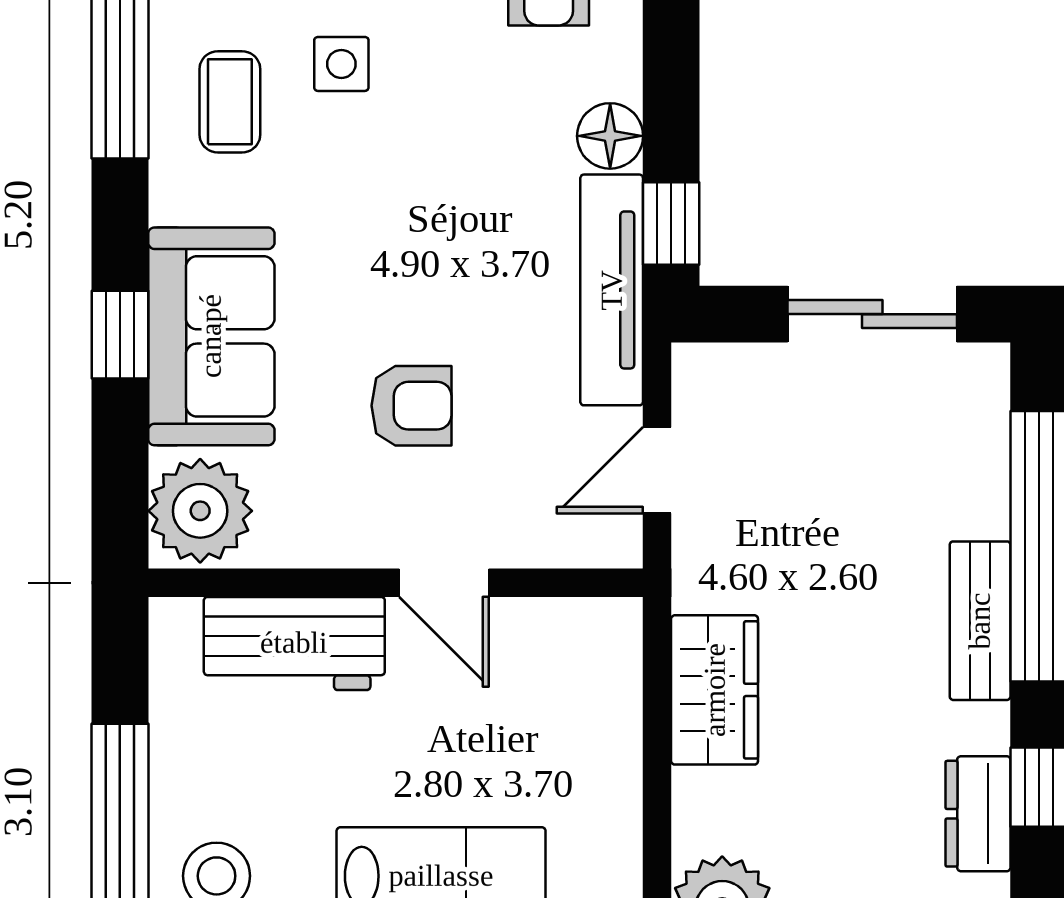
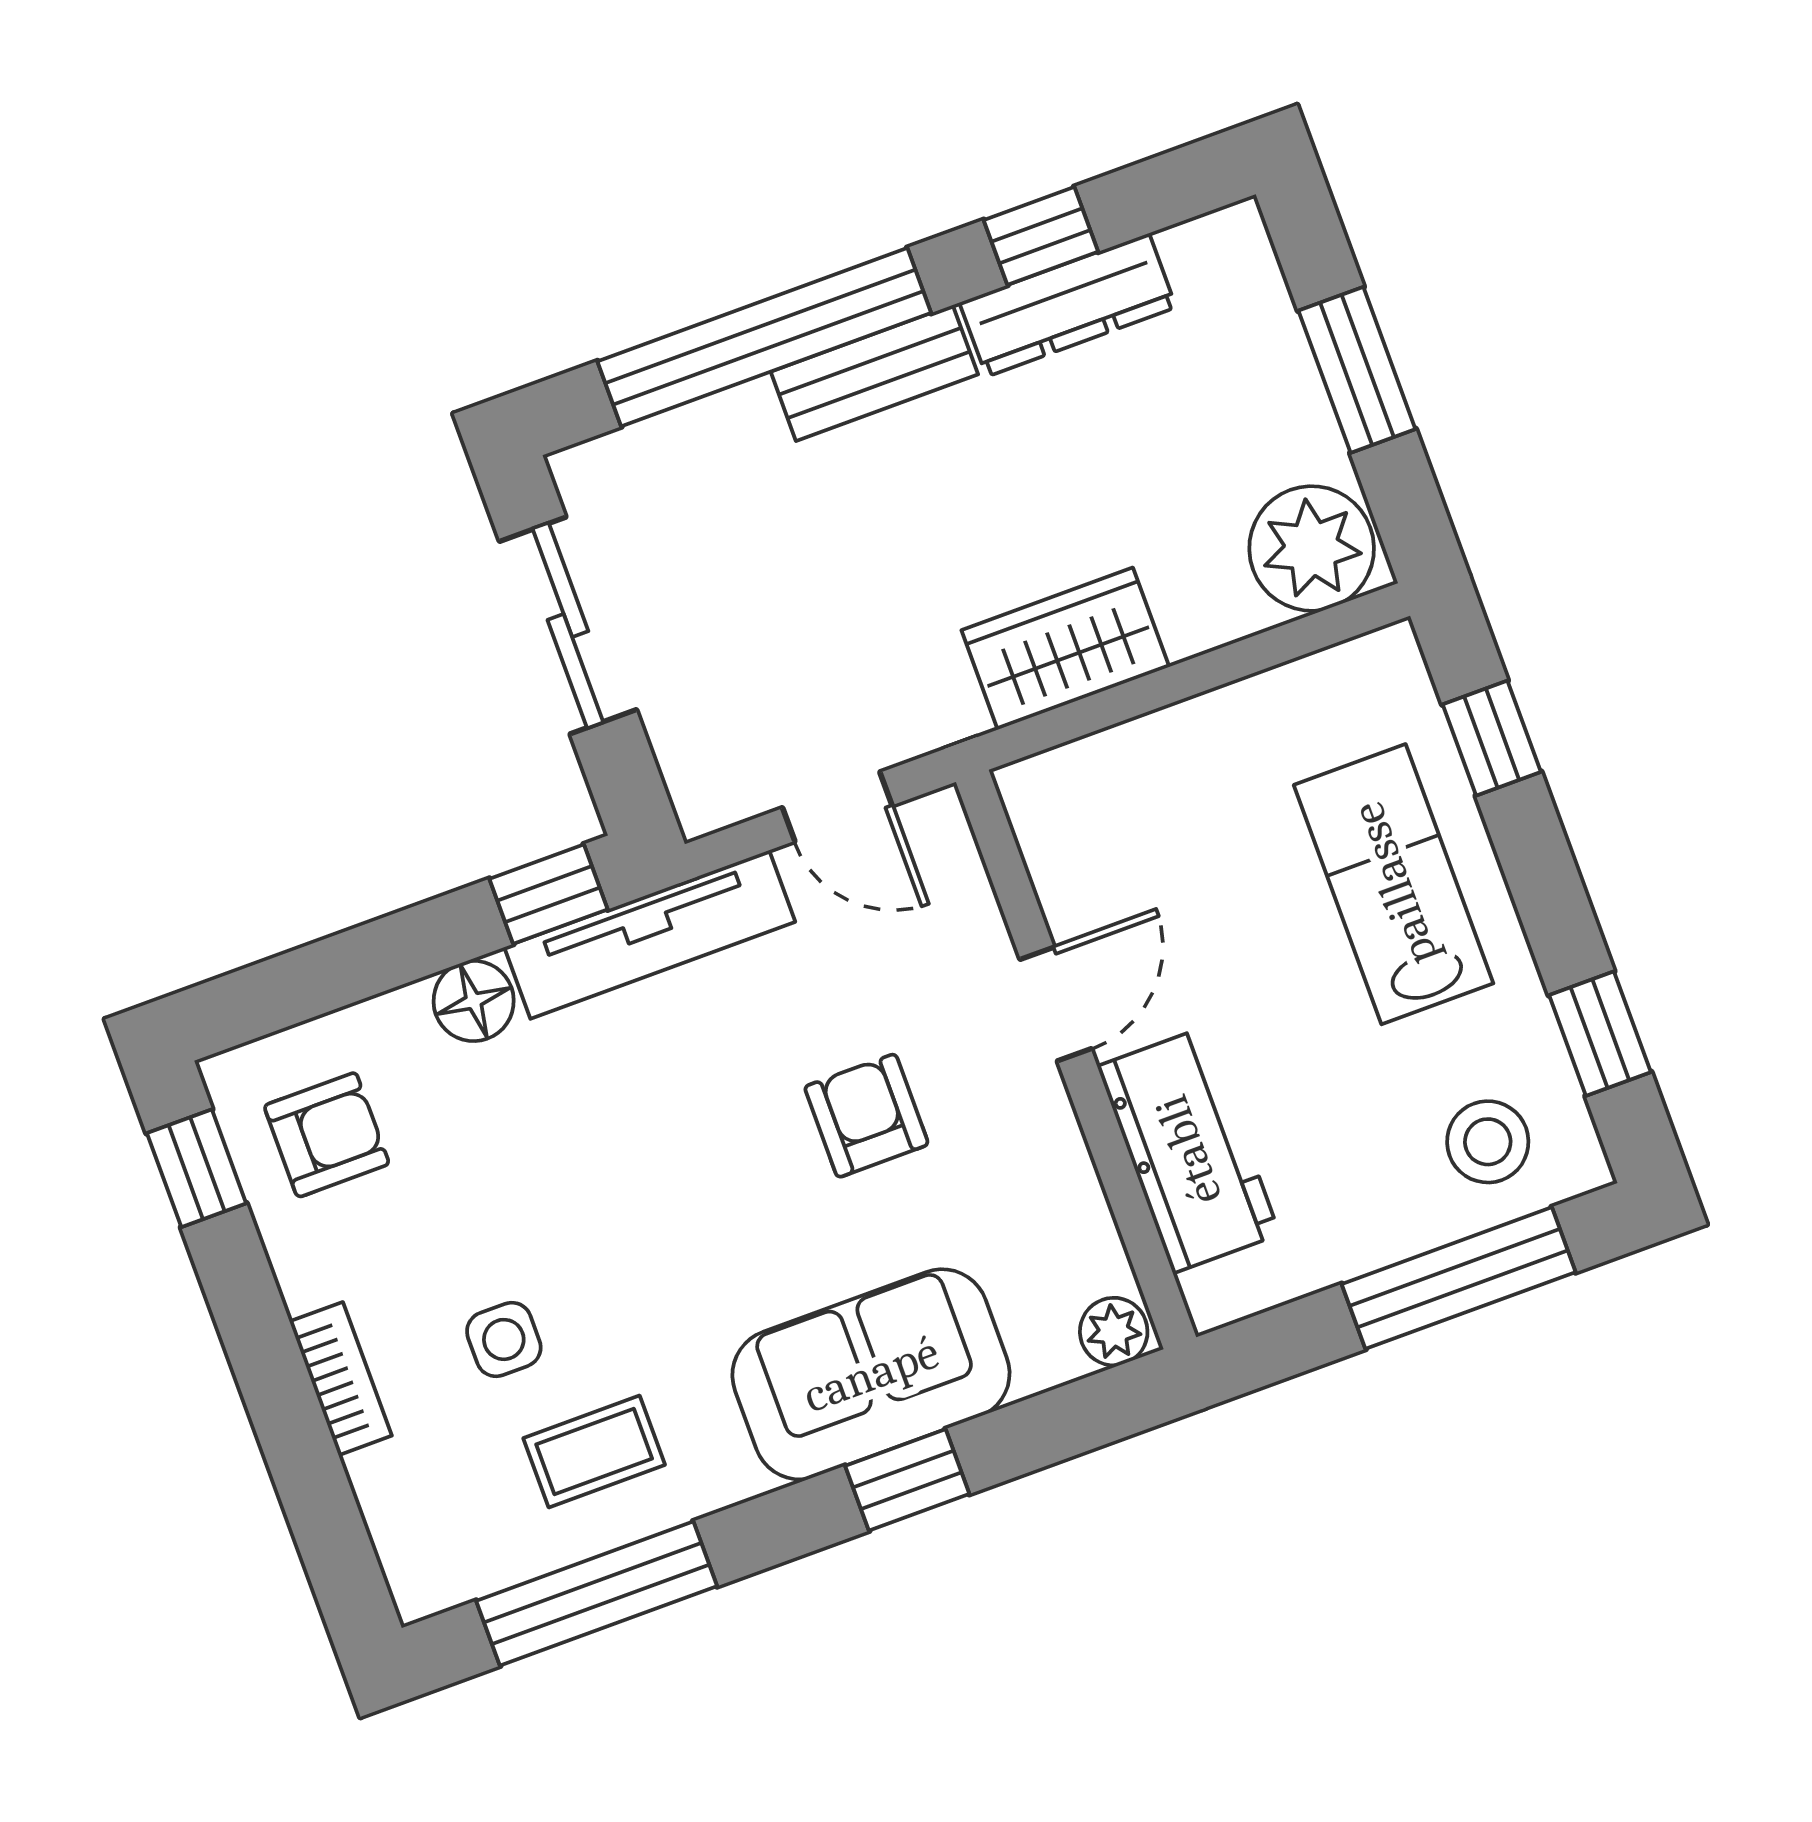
plant: (200, 511) -> (1114, 1332), width x0.53, depth x0.53
dresser: (978, 814) -> (1068, 305), width x1.44

